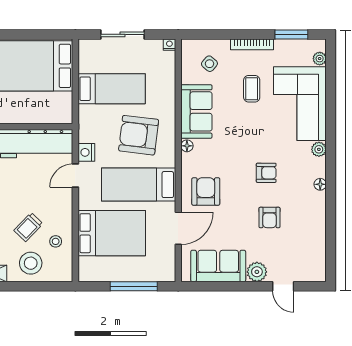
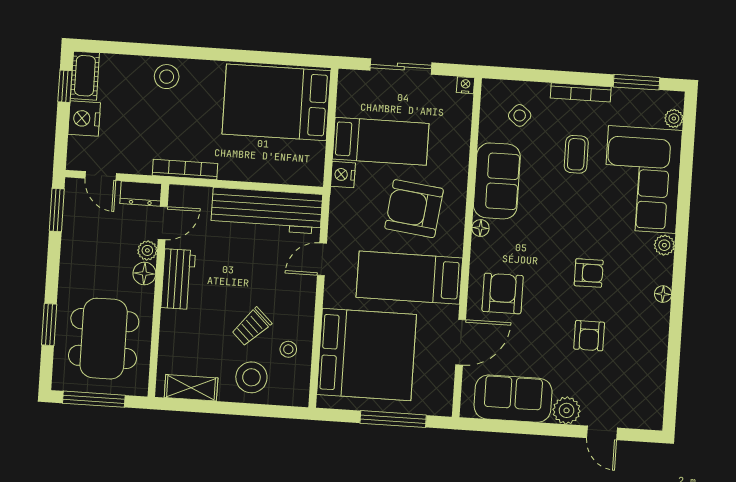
nightstand: (86, 152) -> (343, 175), moved
bed: (112, 233) -> (367, 354), width x1.36

